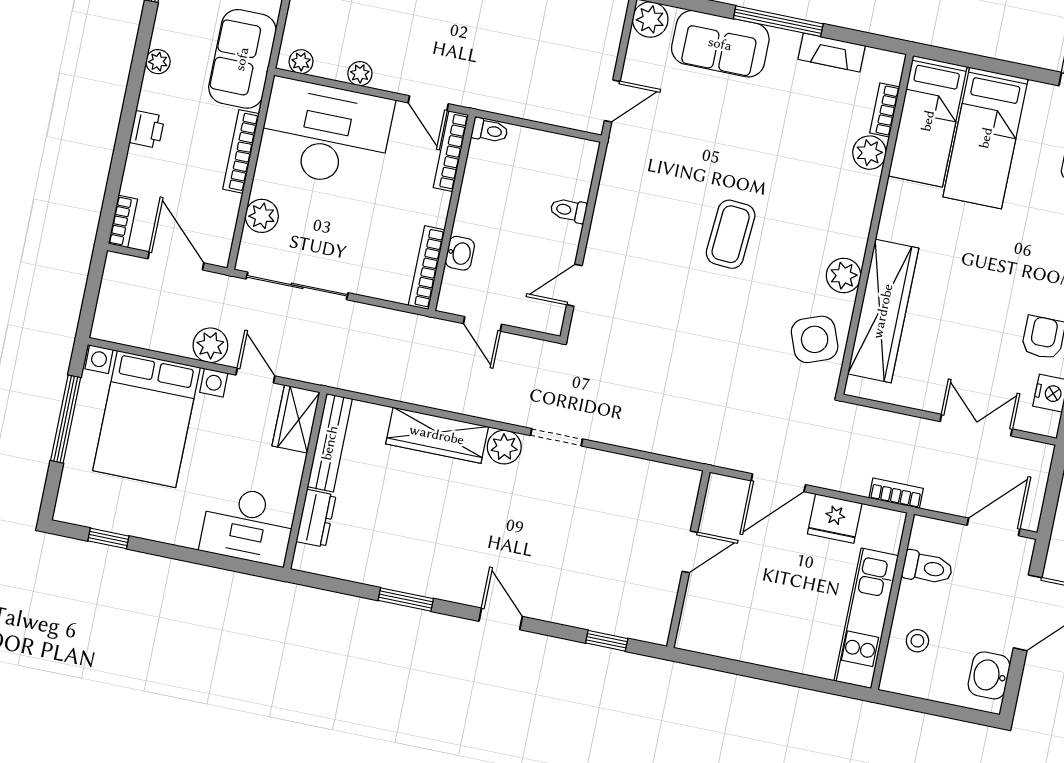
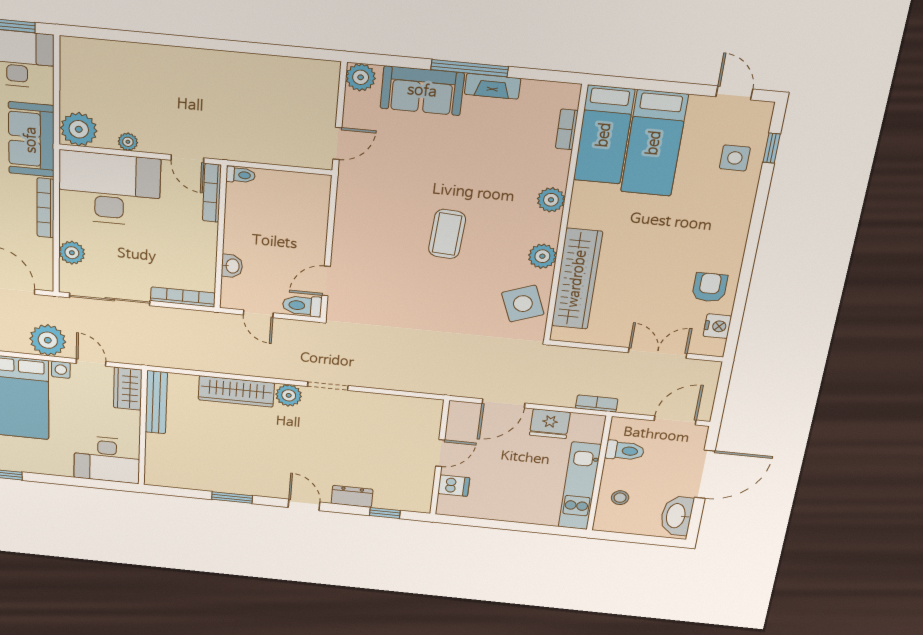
fireplace: (832, 52) -> (493, 86), moved
plant: (301, 62) -> (79, 129), width x1.87, depth x1.87
plant: (869, 153) -> (551, 200), moved
toilet: (569, 210) -> (302, 306), moved, width x1.37, depth x1.39
bookcase: (427, 268) -> (183, 297), moved, turned 90
plant: (210, 345) -> (48, 340), width x1.36, depth x1.36
dresser: (316, 518) -> (352, 496), moved, turned -90
dishwasher: (702, 604) -> (454, 486), added
washbasin: (989, 675) -> (677, 516), width x1.38

